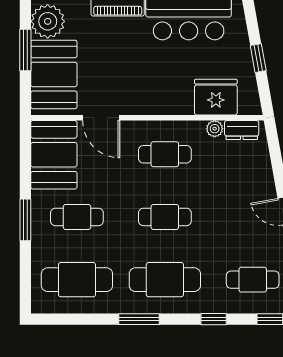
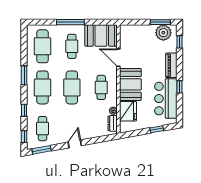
window: (25, 50) -> (160, 22), moved
window: (258, 58) -> (157, 129), moved
booth: (54, 74) -> (130, 84), moved, turned 90
door: (101, 118) -> (118, 58), hinge flipped
cafe table: (165, 217) -> (72, 87), width x1.37, depth x1.35
window: (25, 220) -> (70, 22), width x1.44

